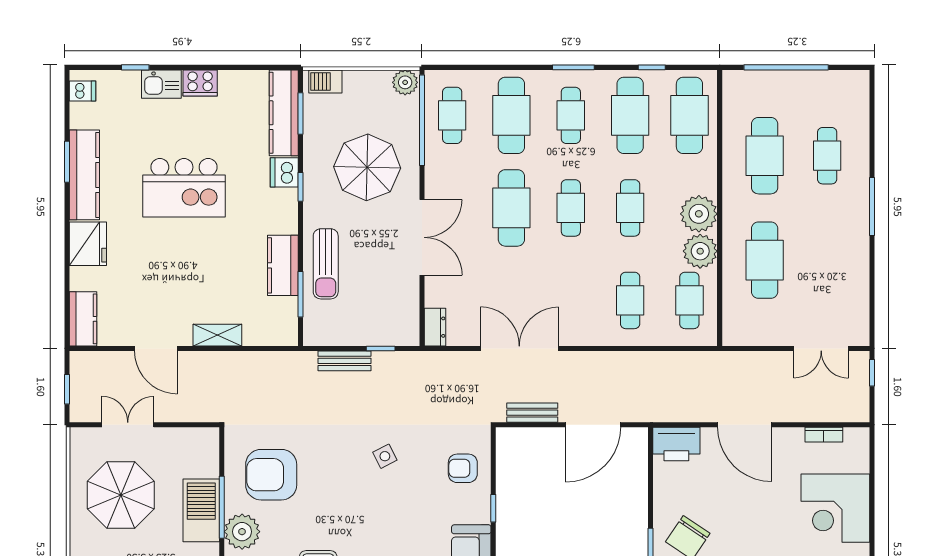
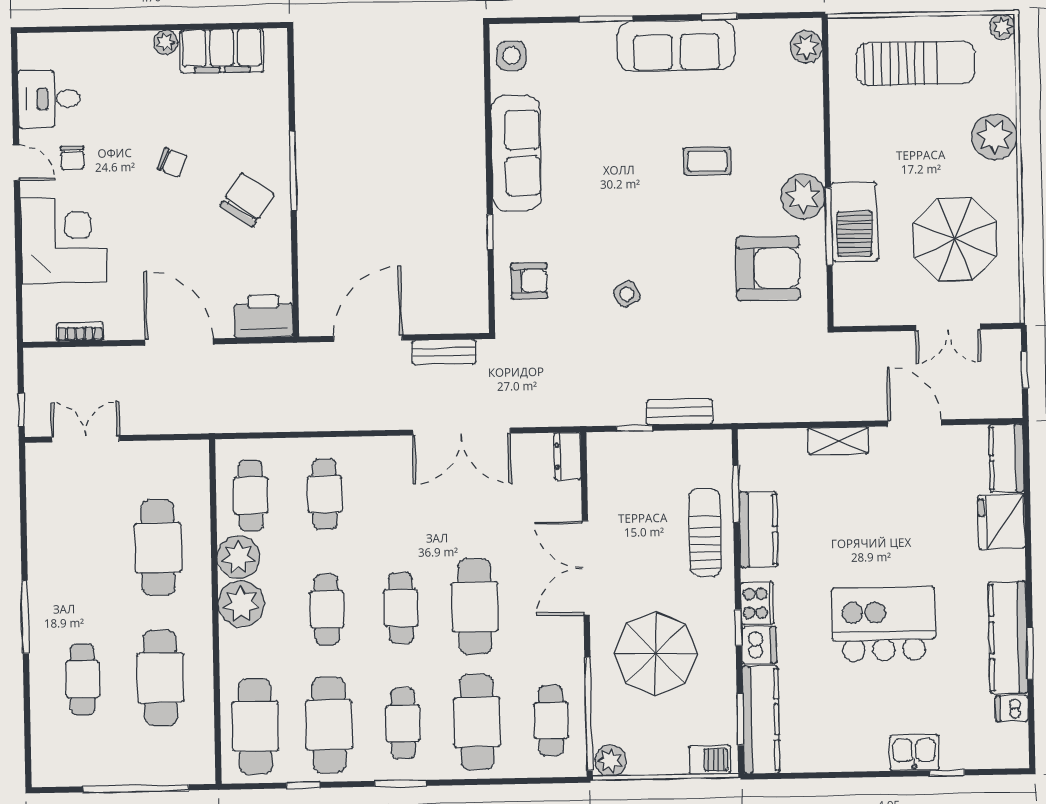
cooker: (200, 83) -> (757, 603), moved, turned 90
dishwasher: (82, 91) -> (1012, 709), moved
fridge: (88, 244) -> (1001, 522), moved

